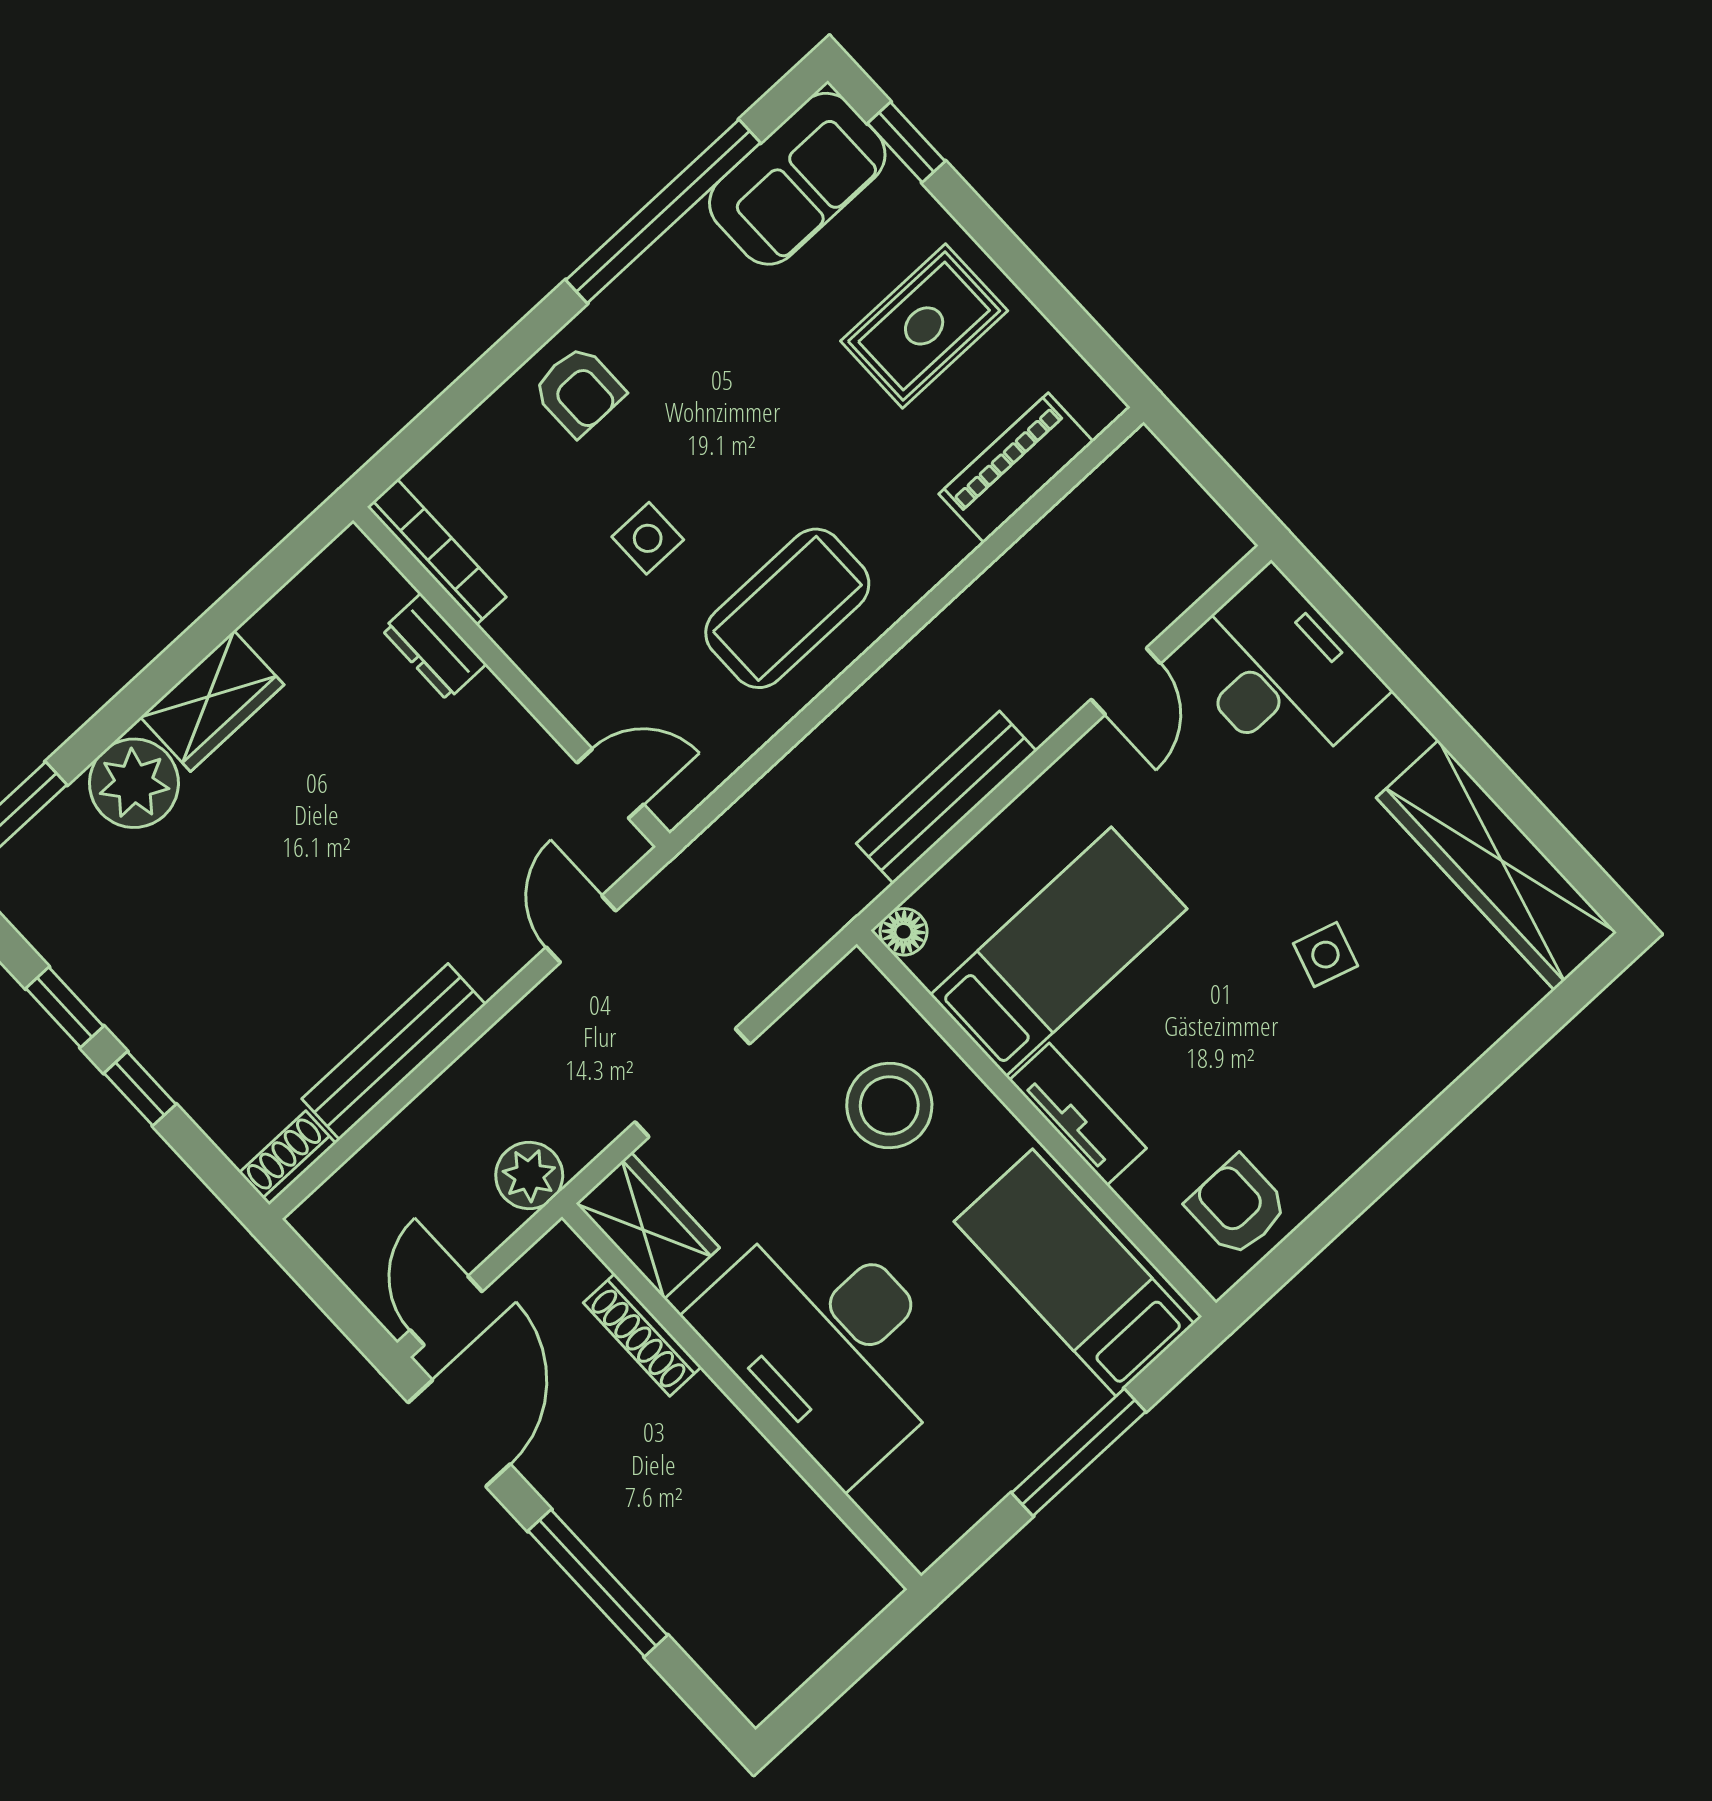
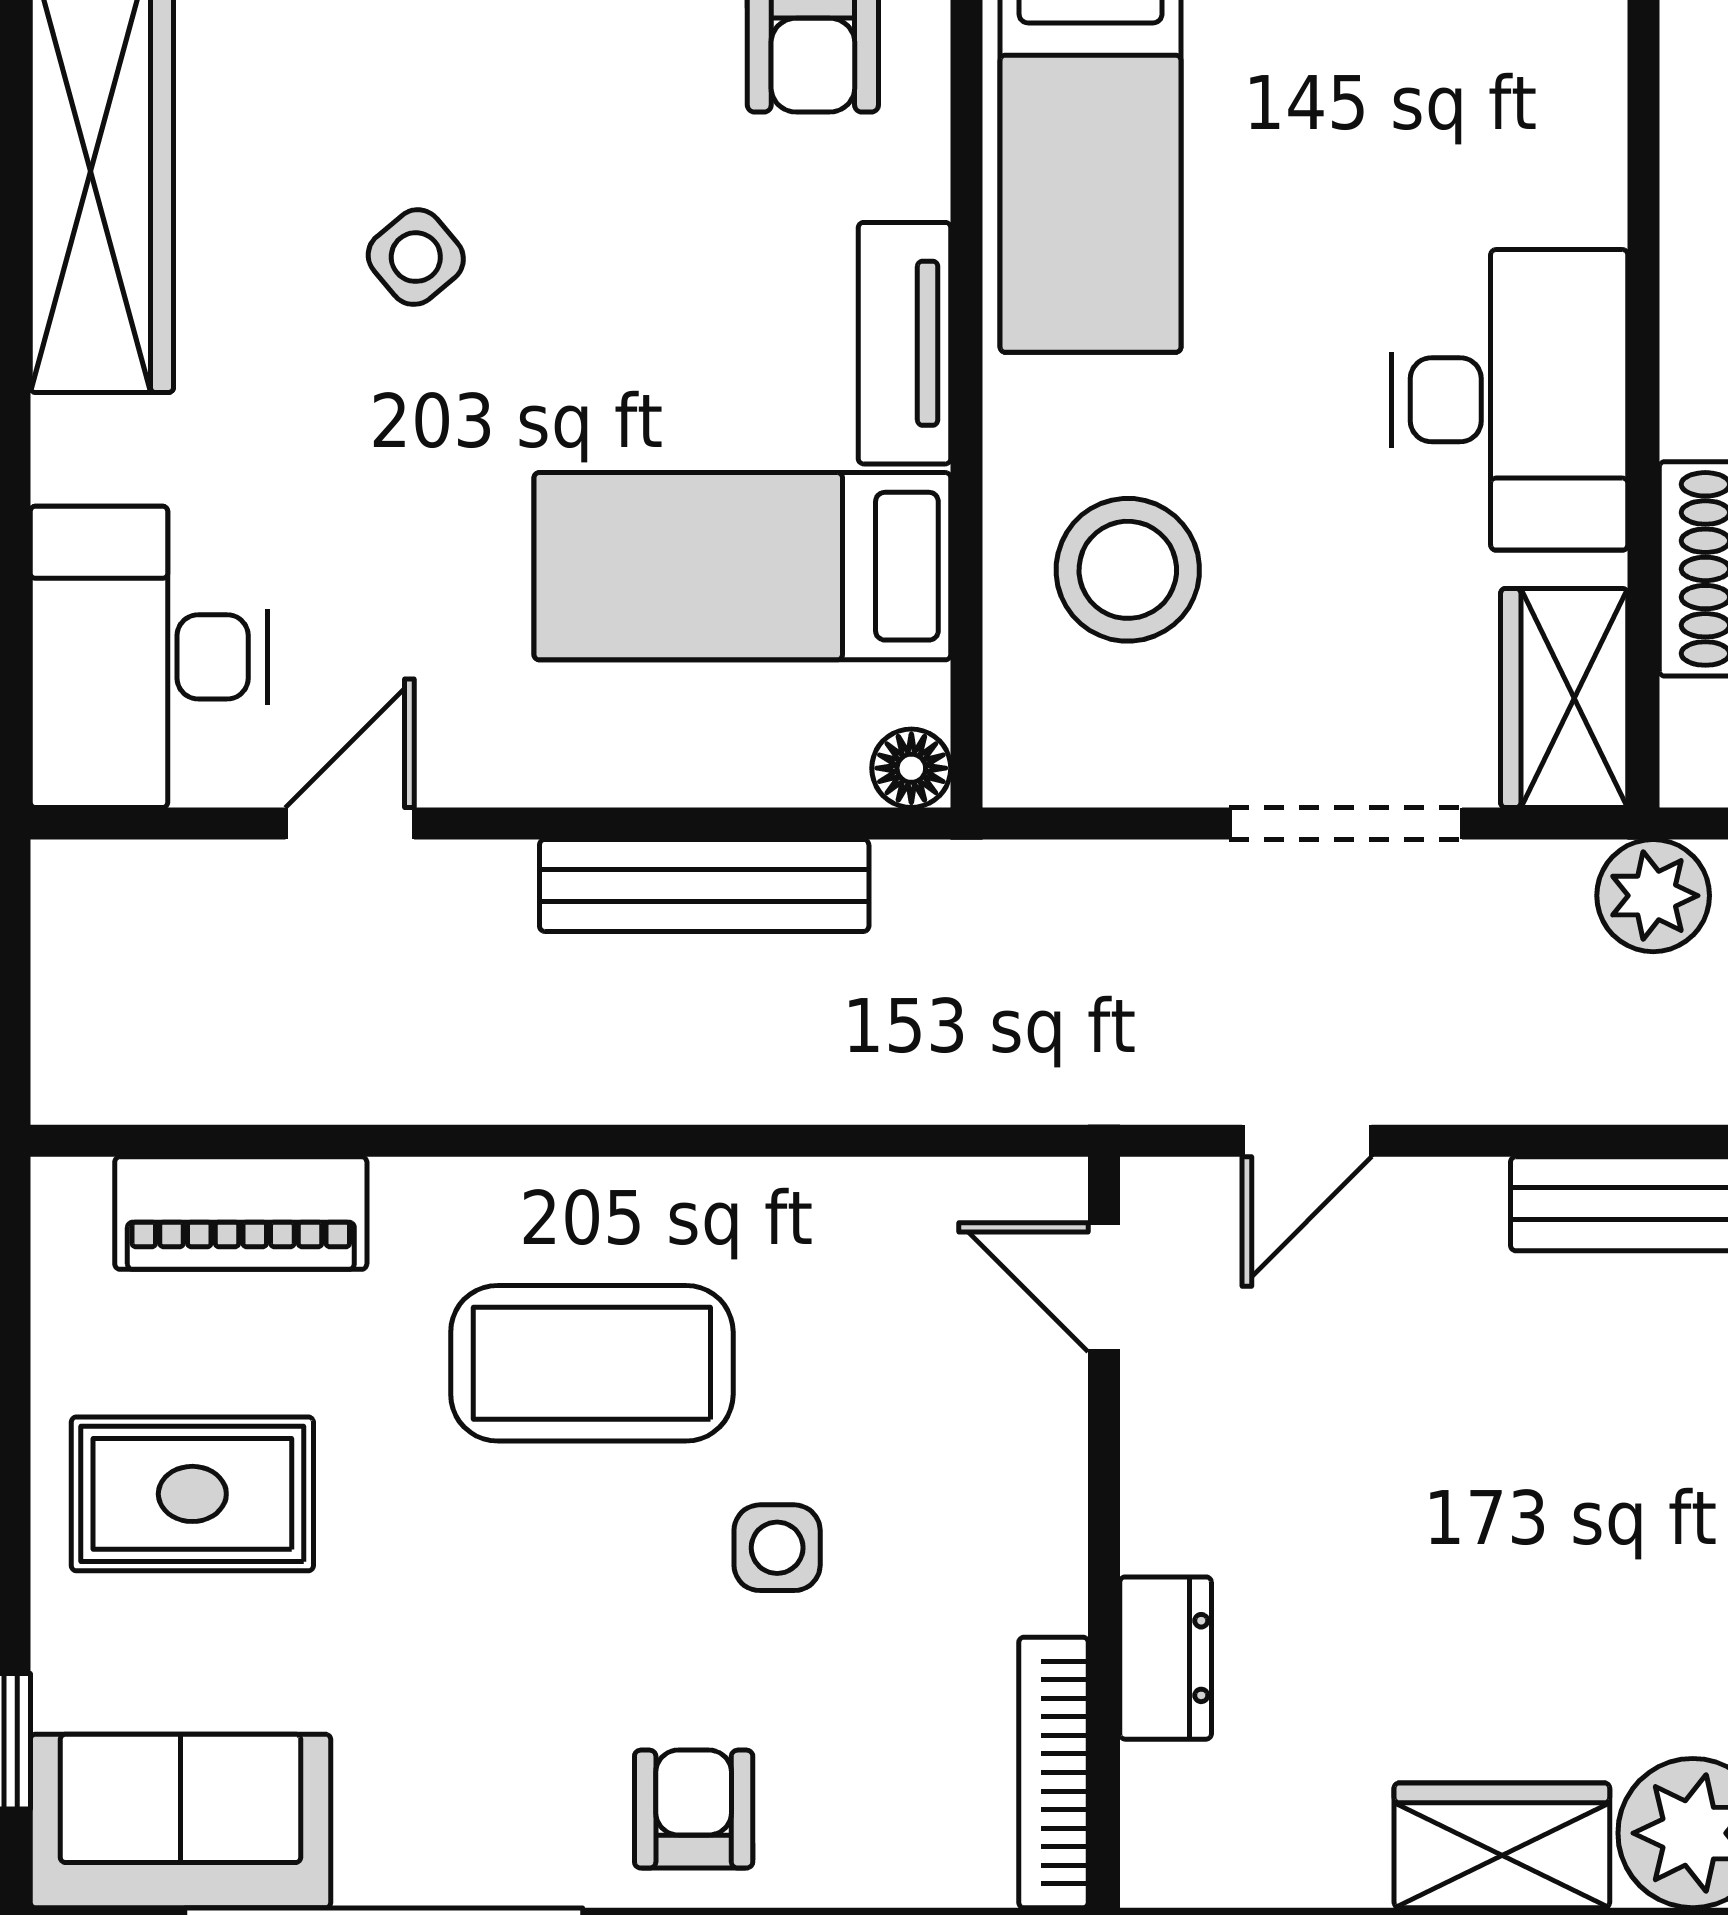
coffee table: (787, 608) -> (592, 1363), moved
side table: (1325, 955) -> (416, 257), turned 33
desk: (829, 1343) -> (1510, 400), width x0.73, depth x0.77

